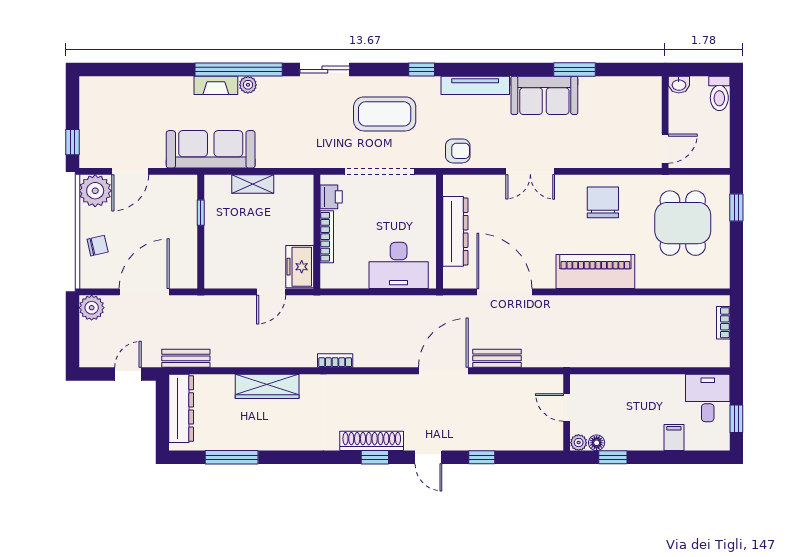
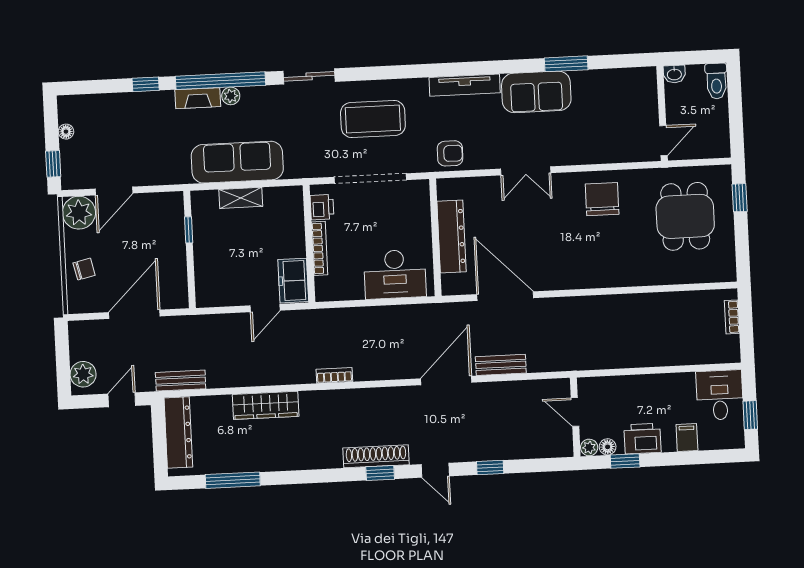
window: (422, 70) -> (146, 84), moved
floor lamp: (87, 112) -> (66, 132), added
sofa: (211, 149) -> (237, 162), moved
piano: (595, 272) -> (598, 271), removed
plant: (92, 308) -> (83, 374), moved
printer: (631, 436) -> (642, 439), added

